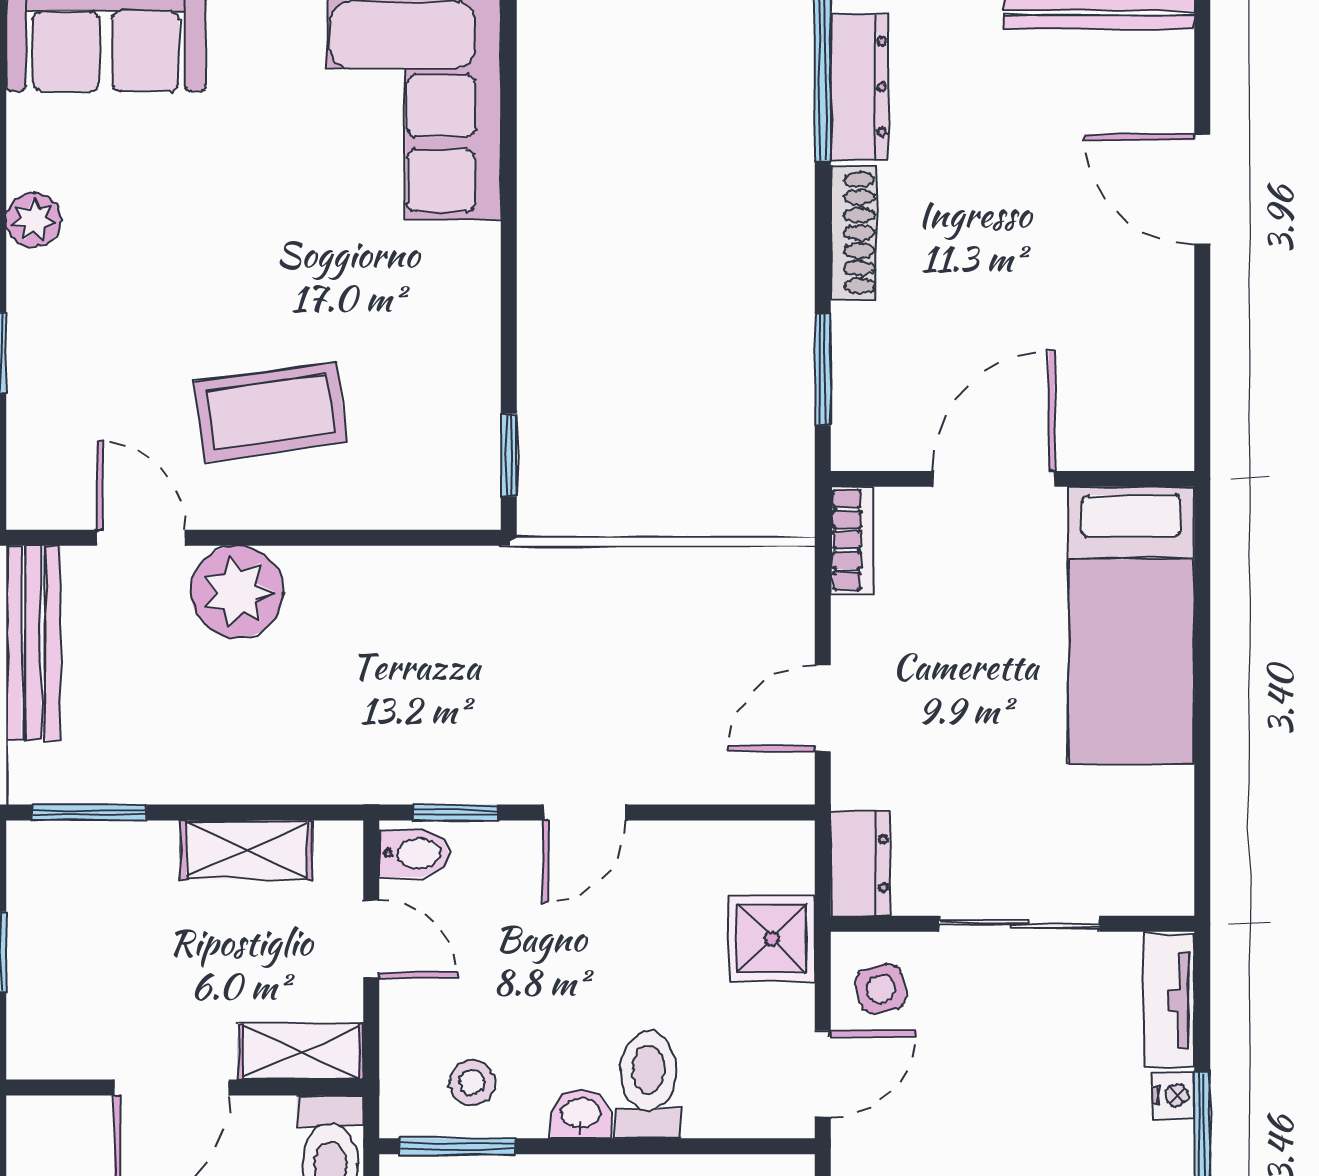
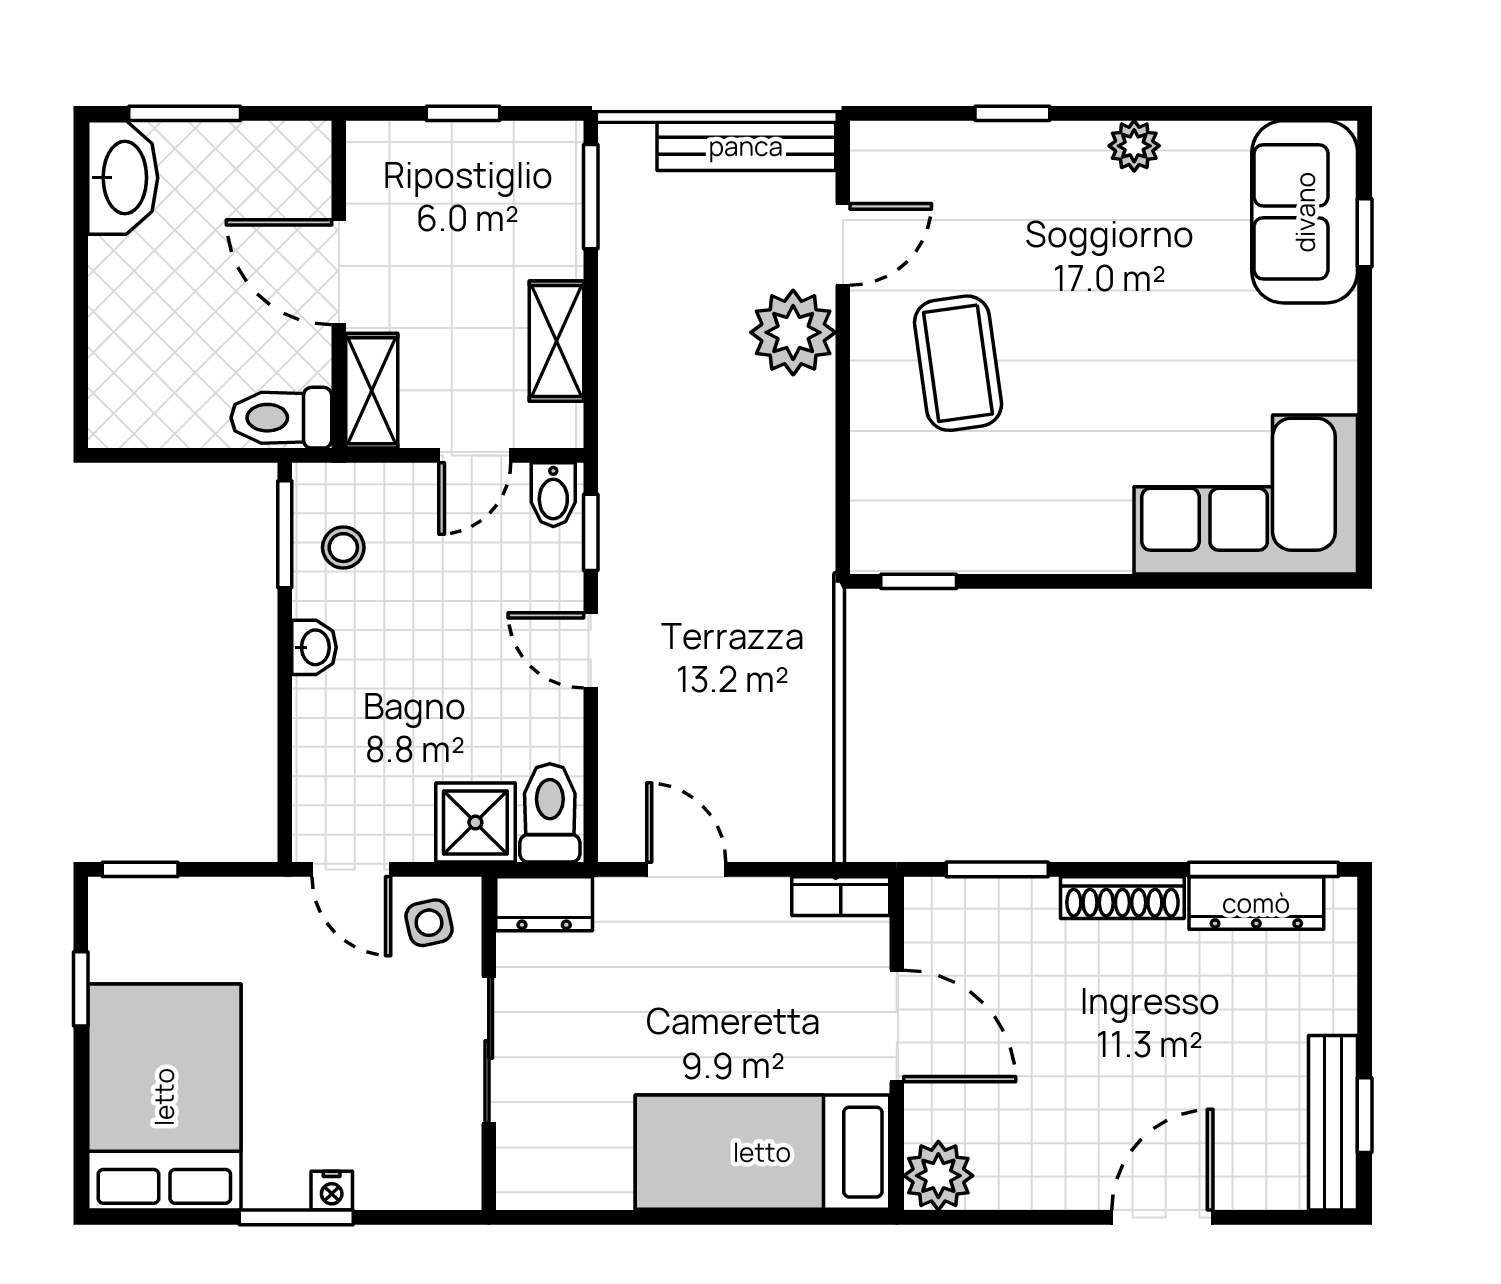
plant: (1157, 433) -> (938, 1176), added
tv unit: (1169, 1000) -> (419, 1187), removed
toilet: (648, 1085) -> (550, 813), moved, turned -90

